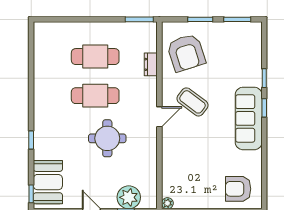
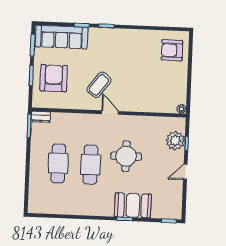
armchair: (186, 53) -> (54, 78), moved, turned -72
dresser: (151, 64) -> (41, 117), moved
sofa: (249, 118) -> (62, 37), moved
booth: (48, 182) -> (133, 205), moved
armchair: (238, 189) -> (172, 50), turned 90

